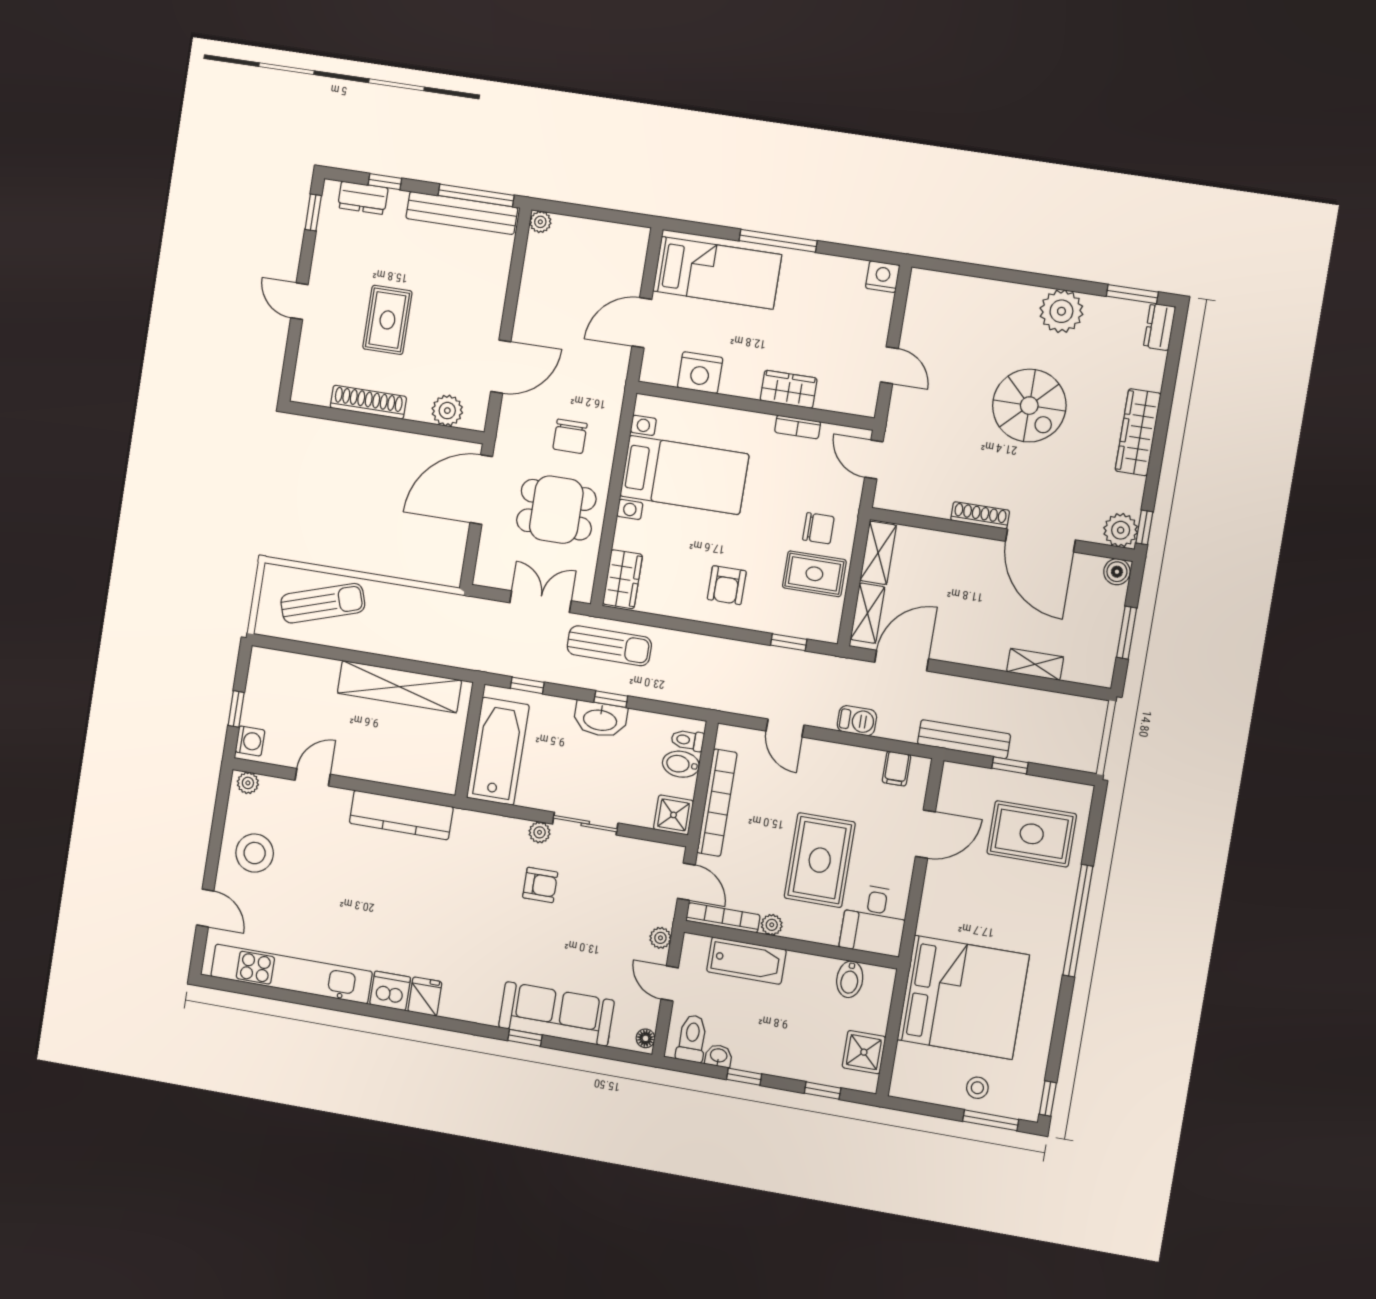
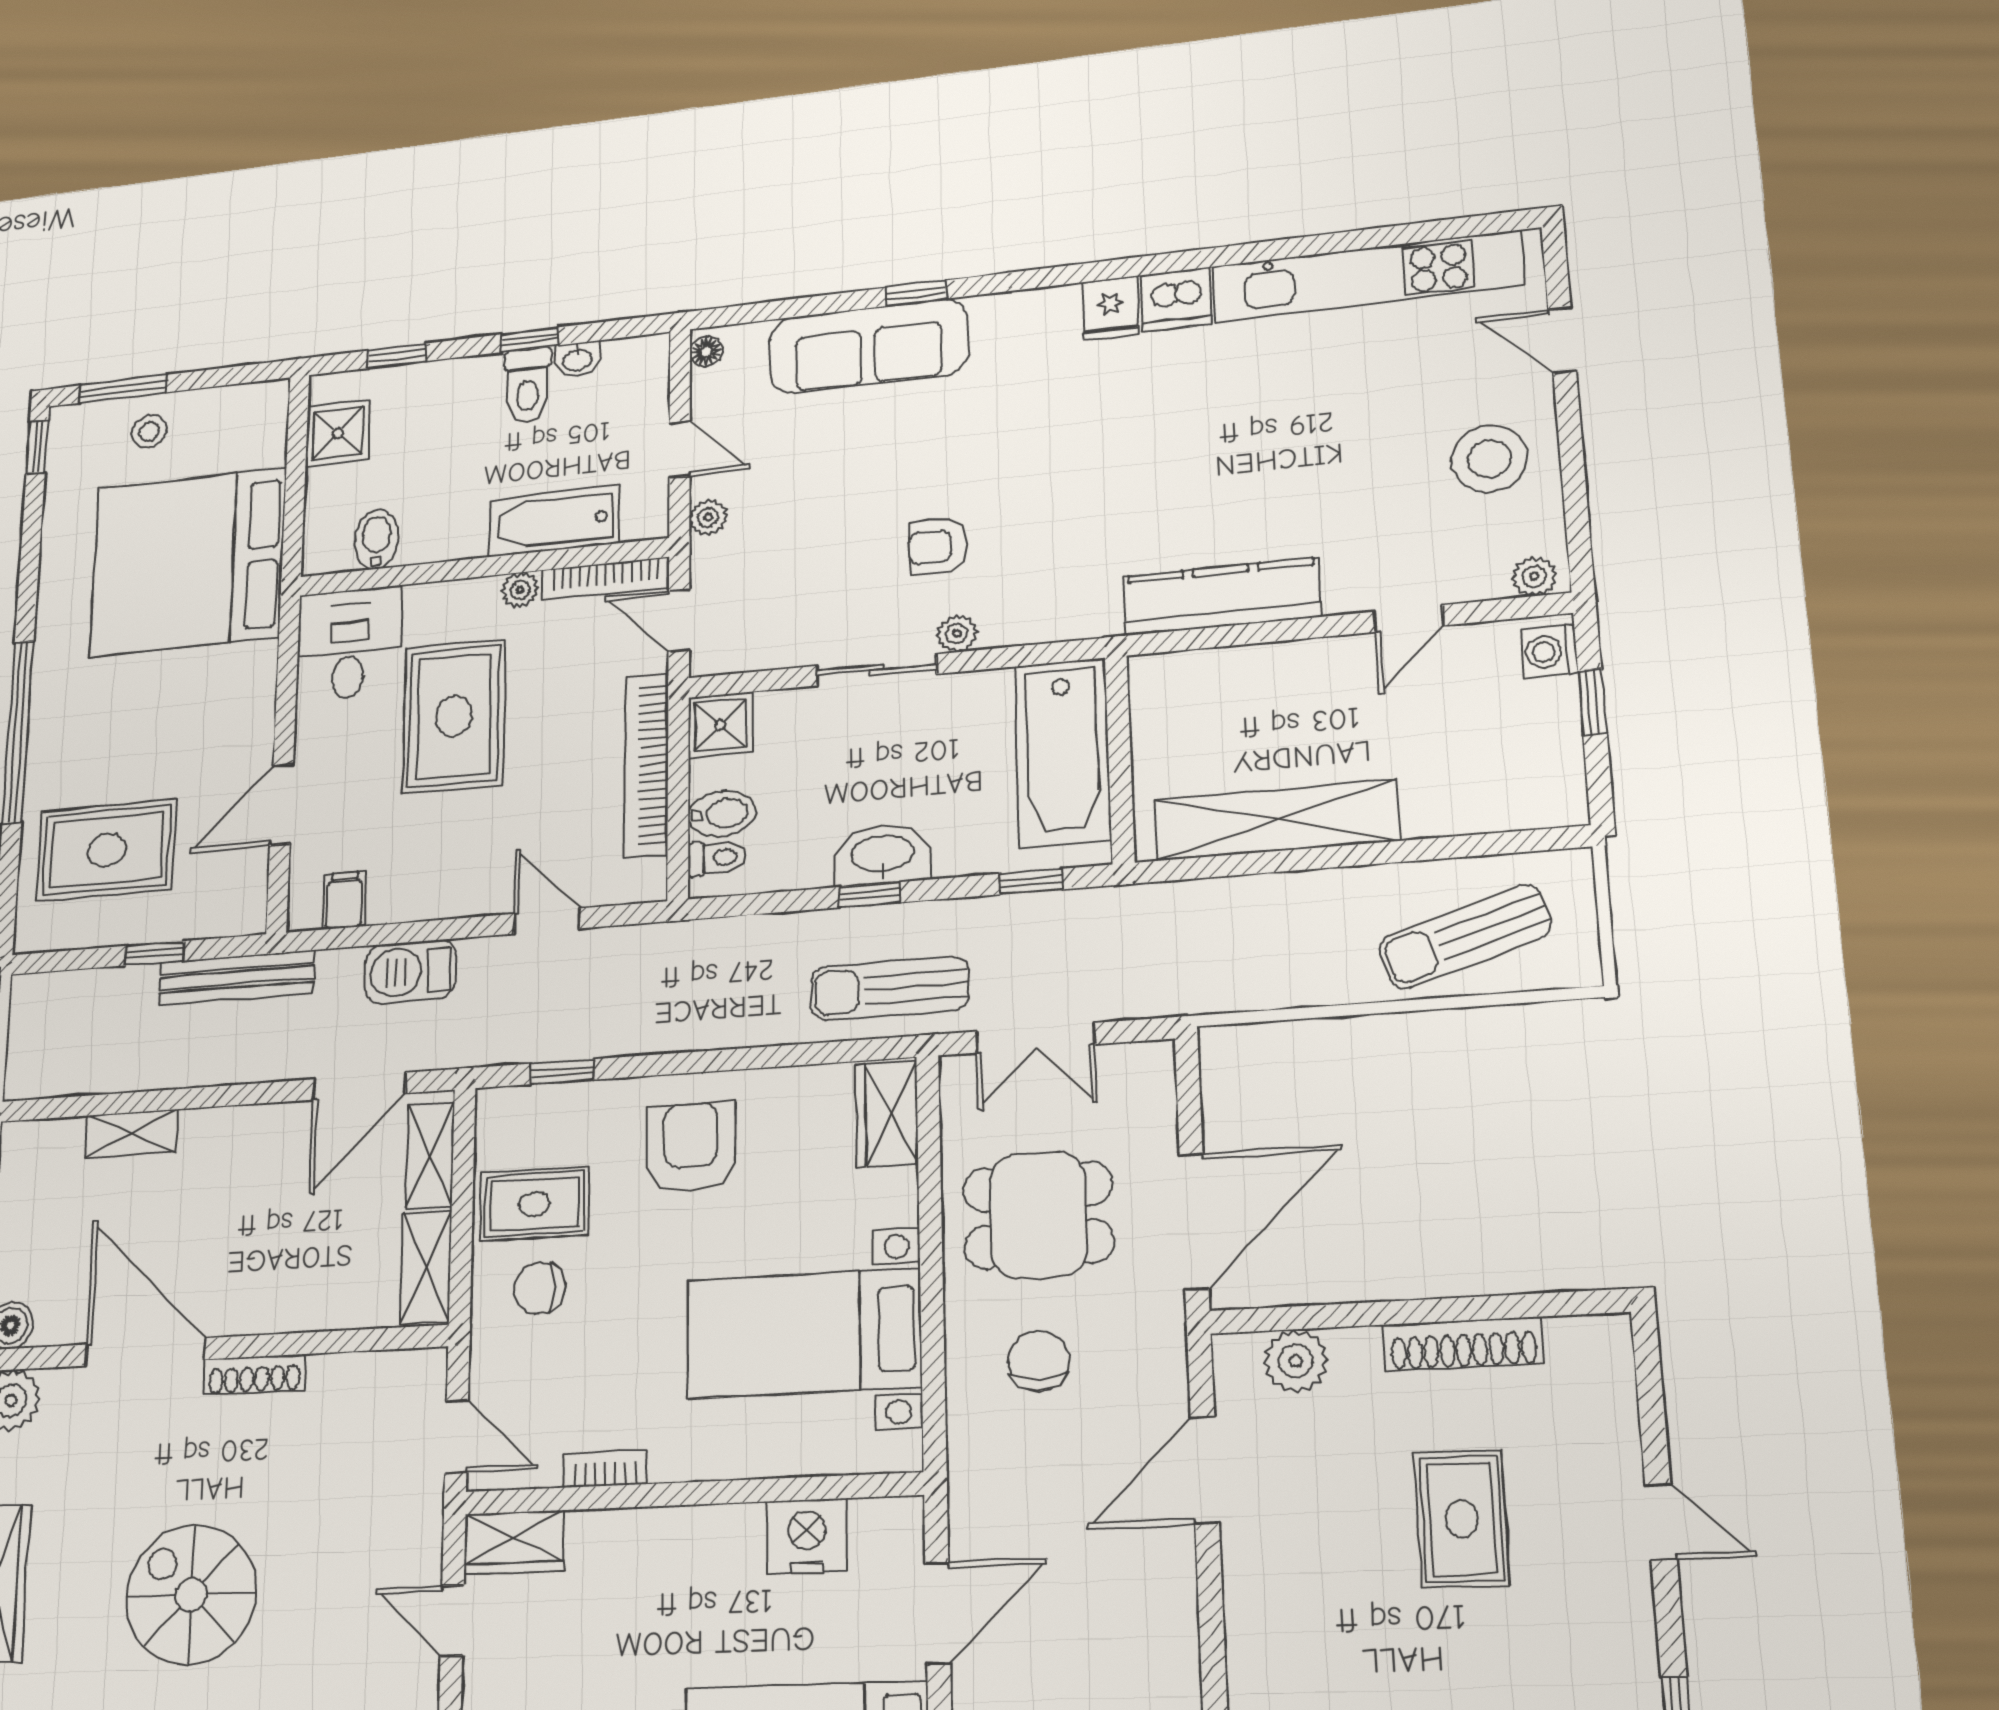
wardrobe: (789, 389) -> (514, 1542), moved
armchair: (727, 585) -> (691, 1147), width x1.38, depth x1.38
barbecue: (857, 721) -> (410, 972), width x1.38, depth x1.27
toilet: (692, 1038) -> (528, 385), moved

